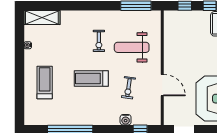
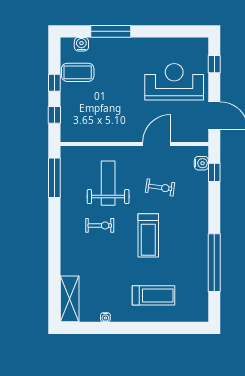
weight bench: (132, 47) -> (108, 183), turned 180
treadmill: (45, 83) -> (153, 295), turned 180
water cooler: (126, 120) -> (201, 163), moved

